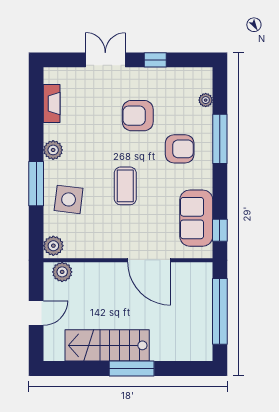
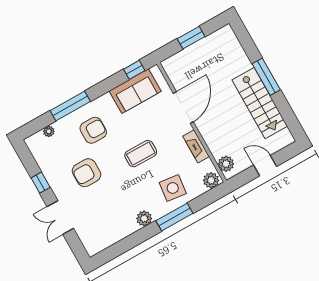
fireplace: (52, 104) -> (196, 146), moved, turned -90
armchair: (138, 116) -> (87, 173), turned 90
armchair: (180, 149) -> (93, 130), turned 90
window: (220, 311) -> (191, 38), width x0.47

